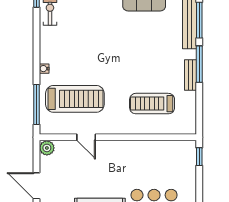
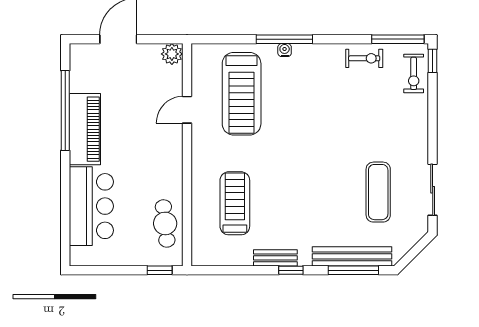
window: (199, 64) -> (291, 270), width x0.46
window: (36, 104) -> (284, 39), moved
cafe table: (166, 153) -> (165, 223), added

